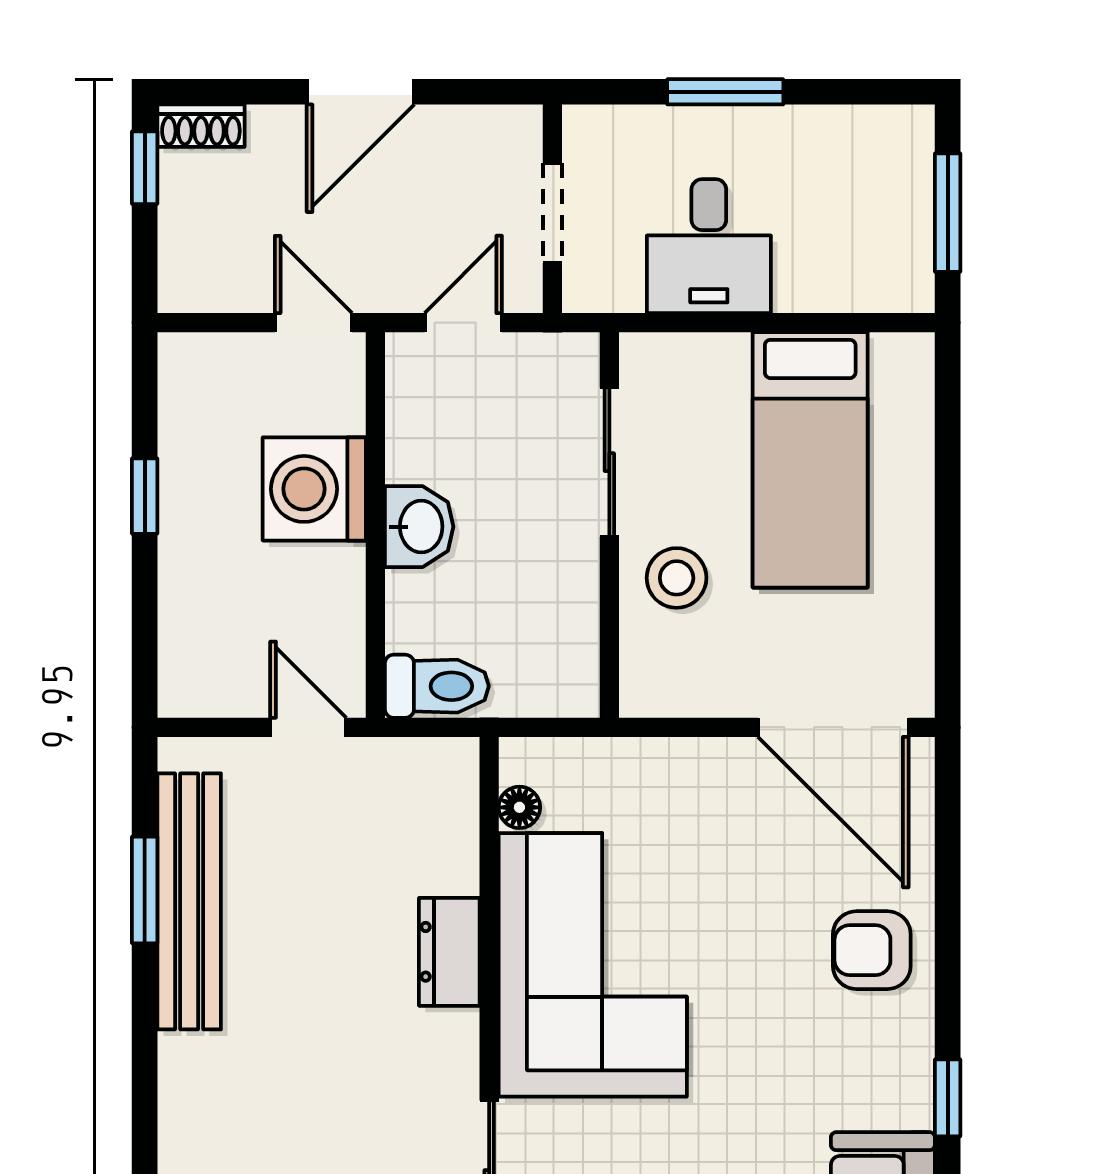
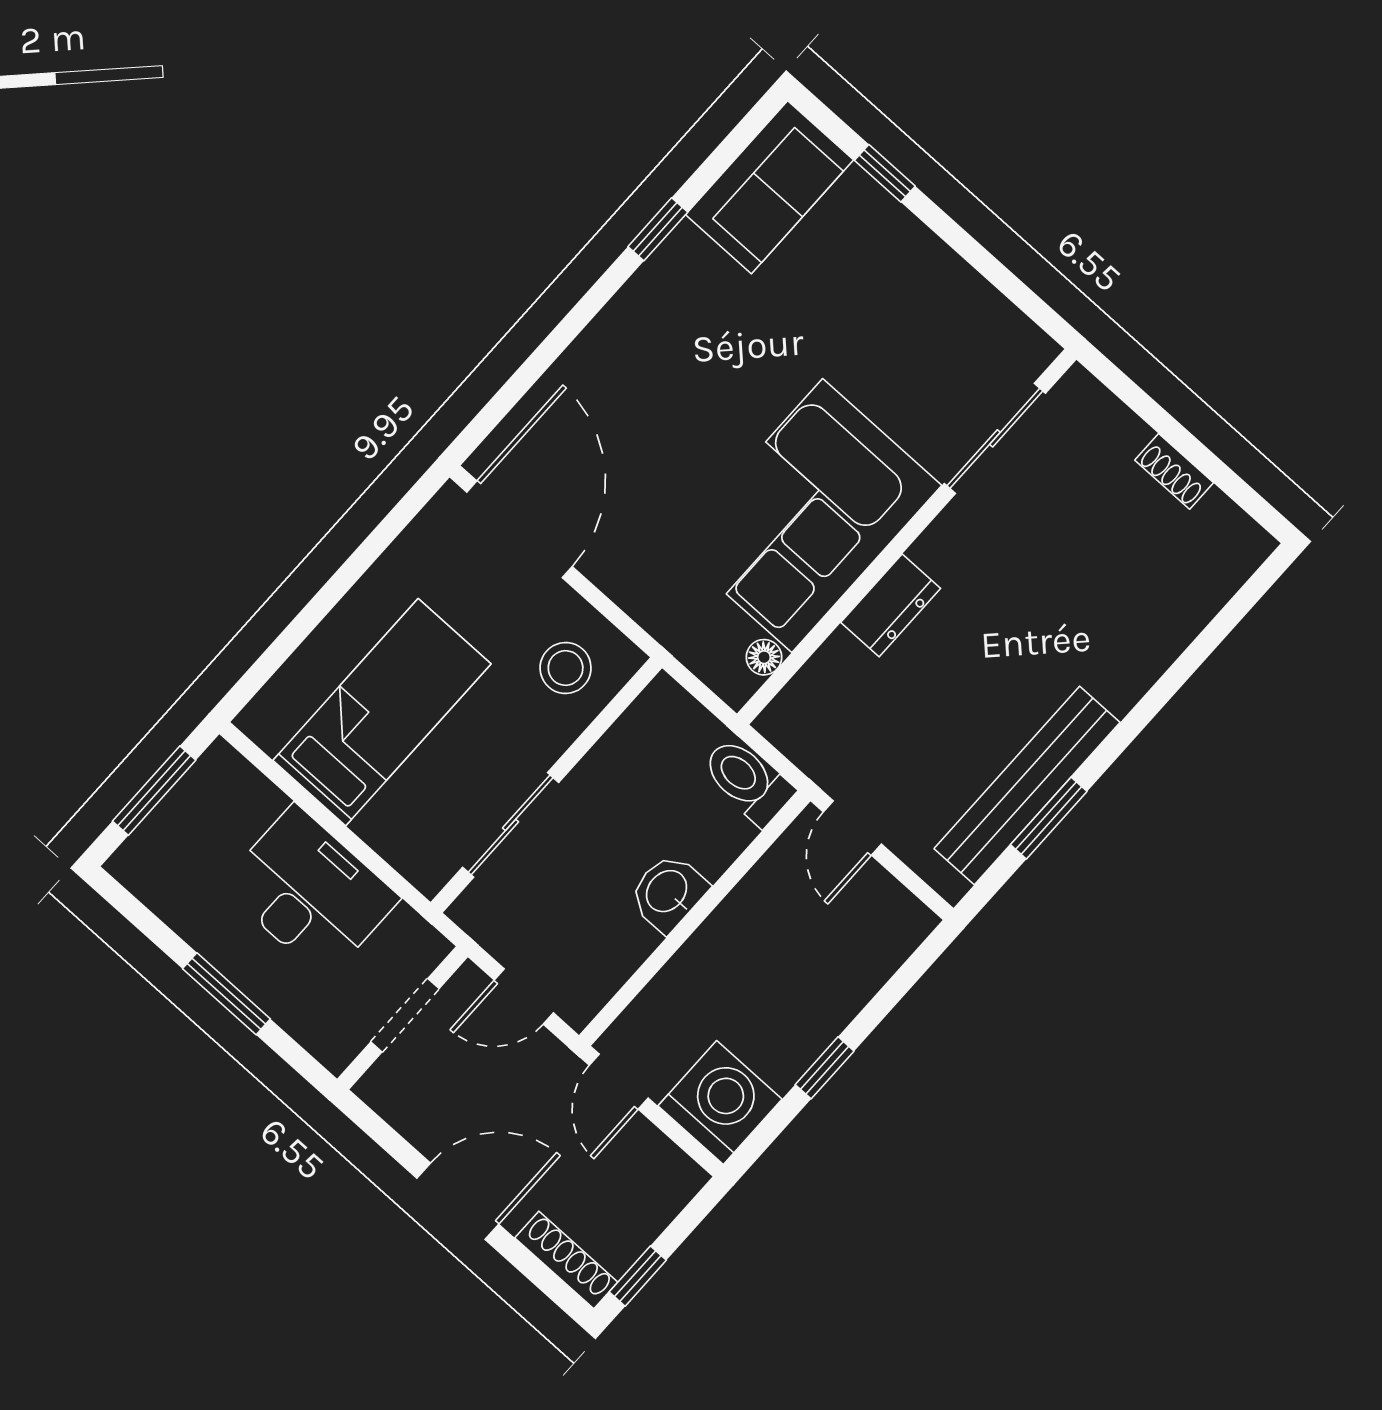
shoe rack: (201, 126) -> (566, 1260), width x1.43
desk: (709, 246) -> (310, 892), width x1.37
washing machine: (314, 489) -> (720, 1103), moved, turned -90
stool: (677, 578) -> (566, 668), moved
armchair: (872, 950) -> (622, 366), removed

